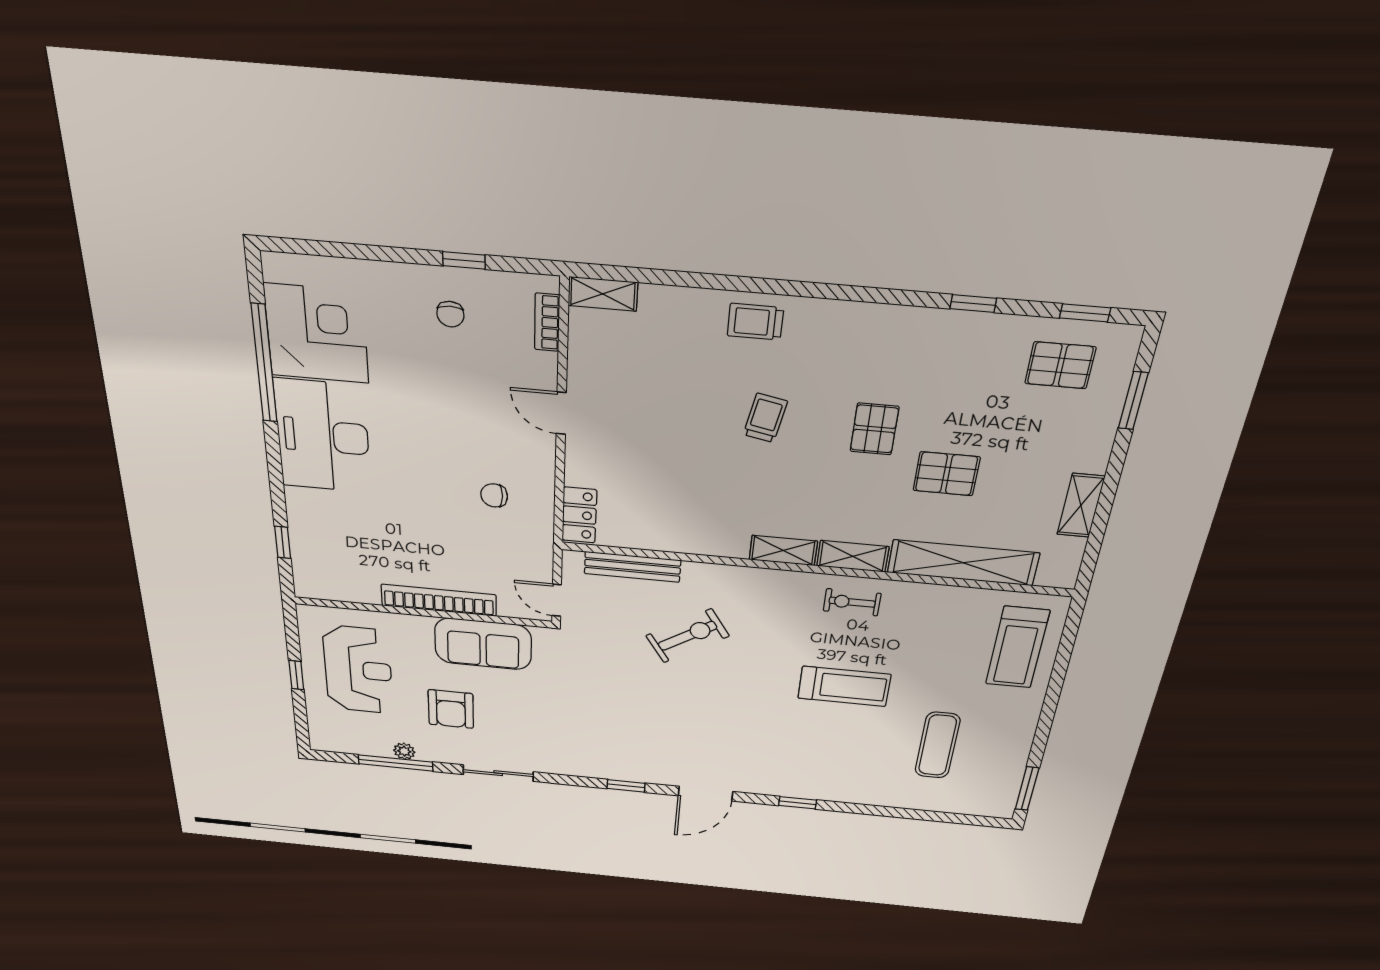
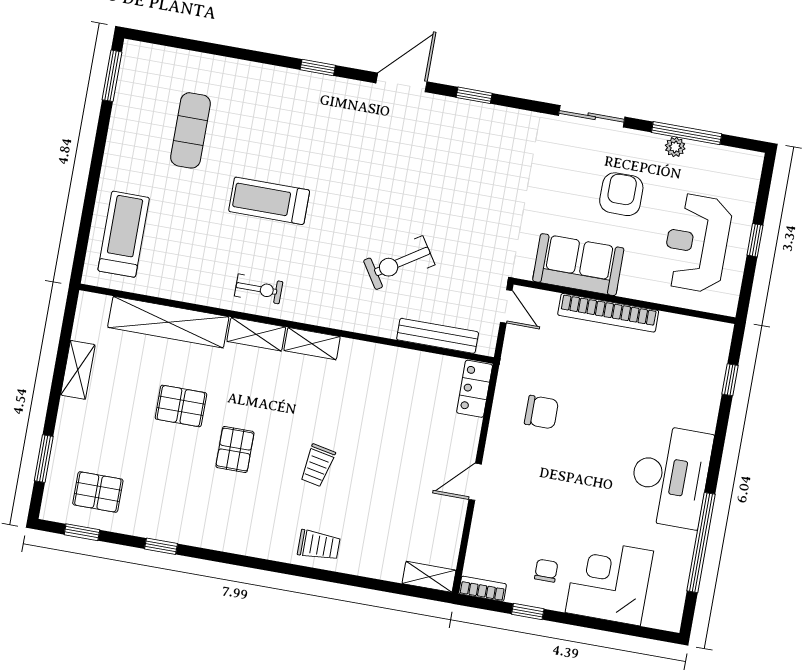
bookcase: (547, 322) -> (483, 589), moved, turned -90
corner desk: (317, 334) -> (609, 582), moved, turned 90
door: (561, 413) -> (475, 482), swing flipped
chair: (494, 495) -> (541, 412), width x1.37, depth x1.37

